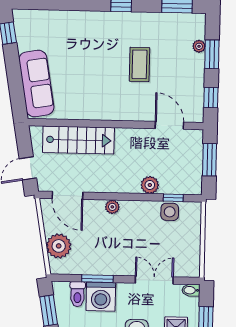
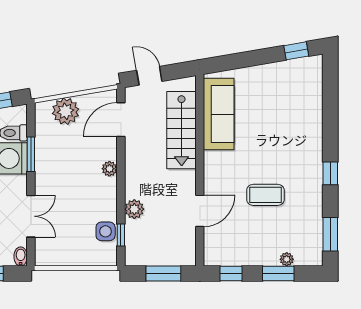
sofa: (36, 83) -> (219, 114), moved, turned -80
door: (169, 125) -> (200, 211), moved

